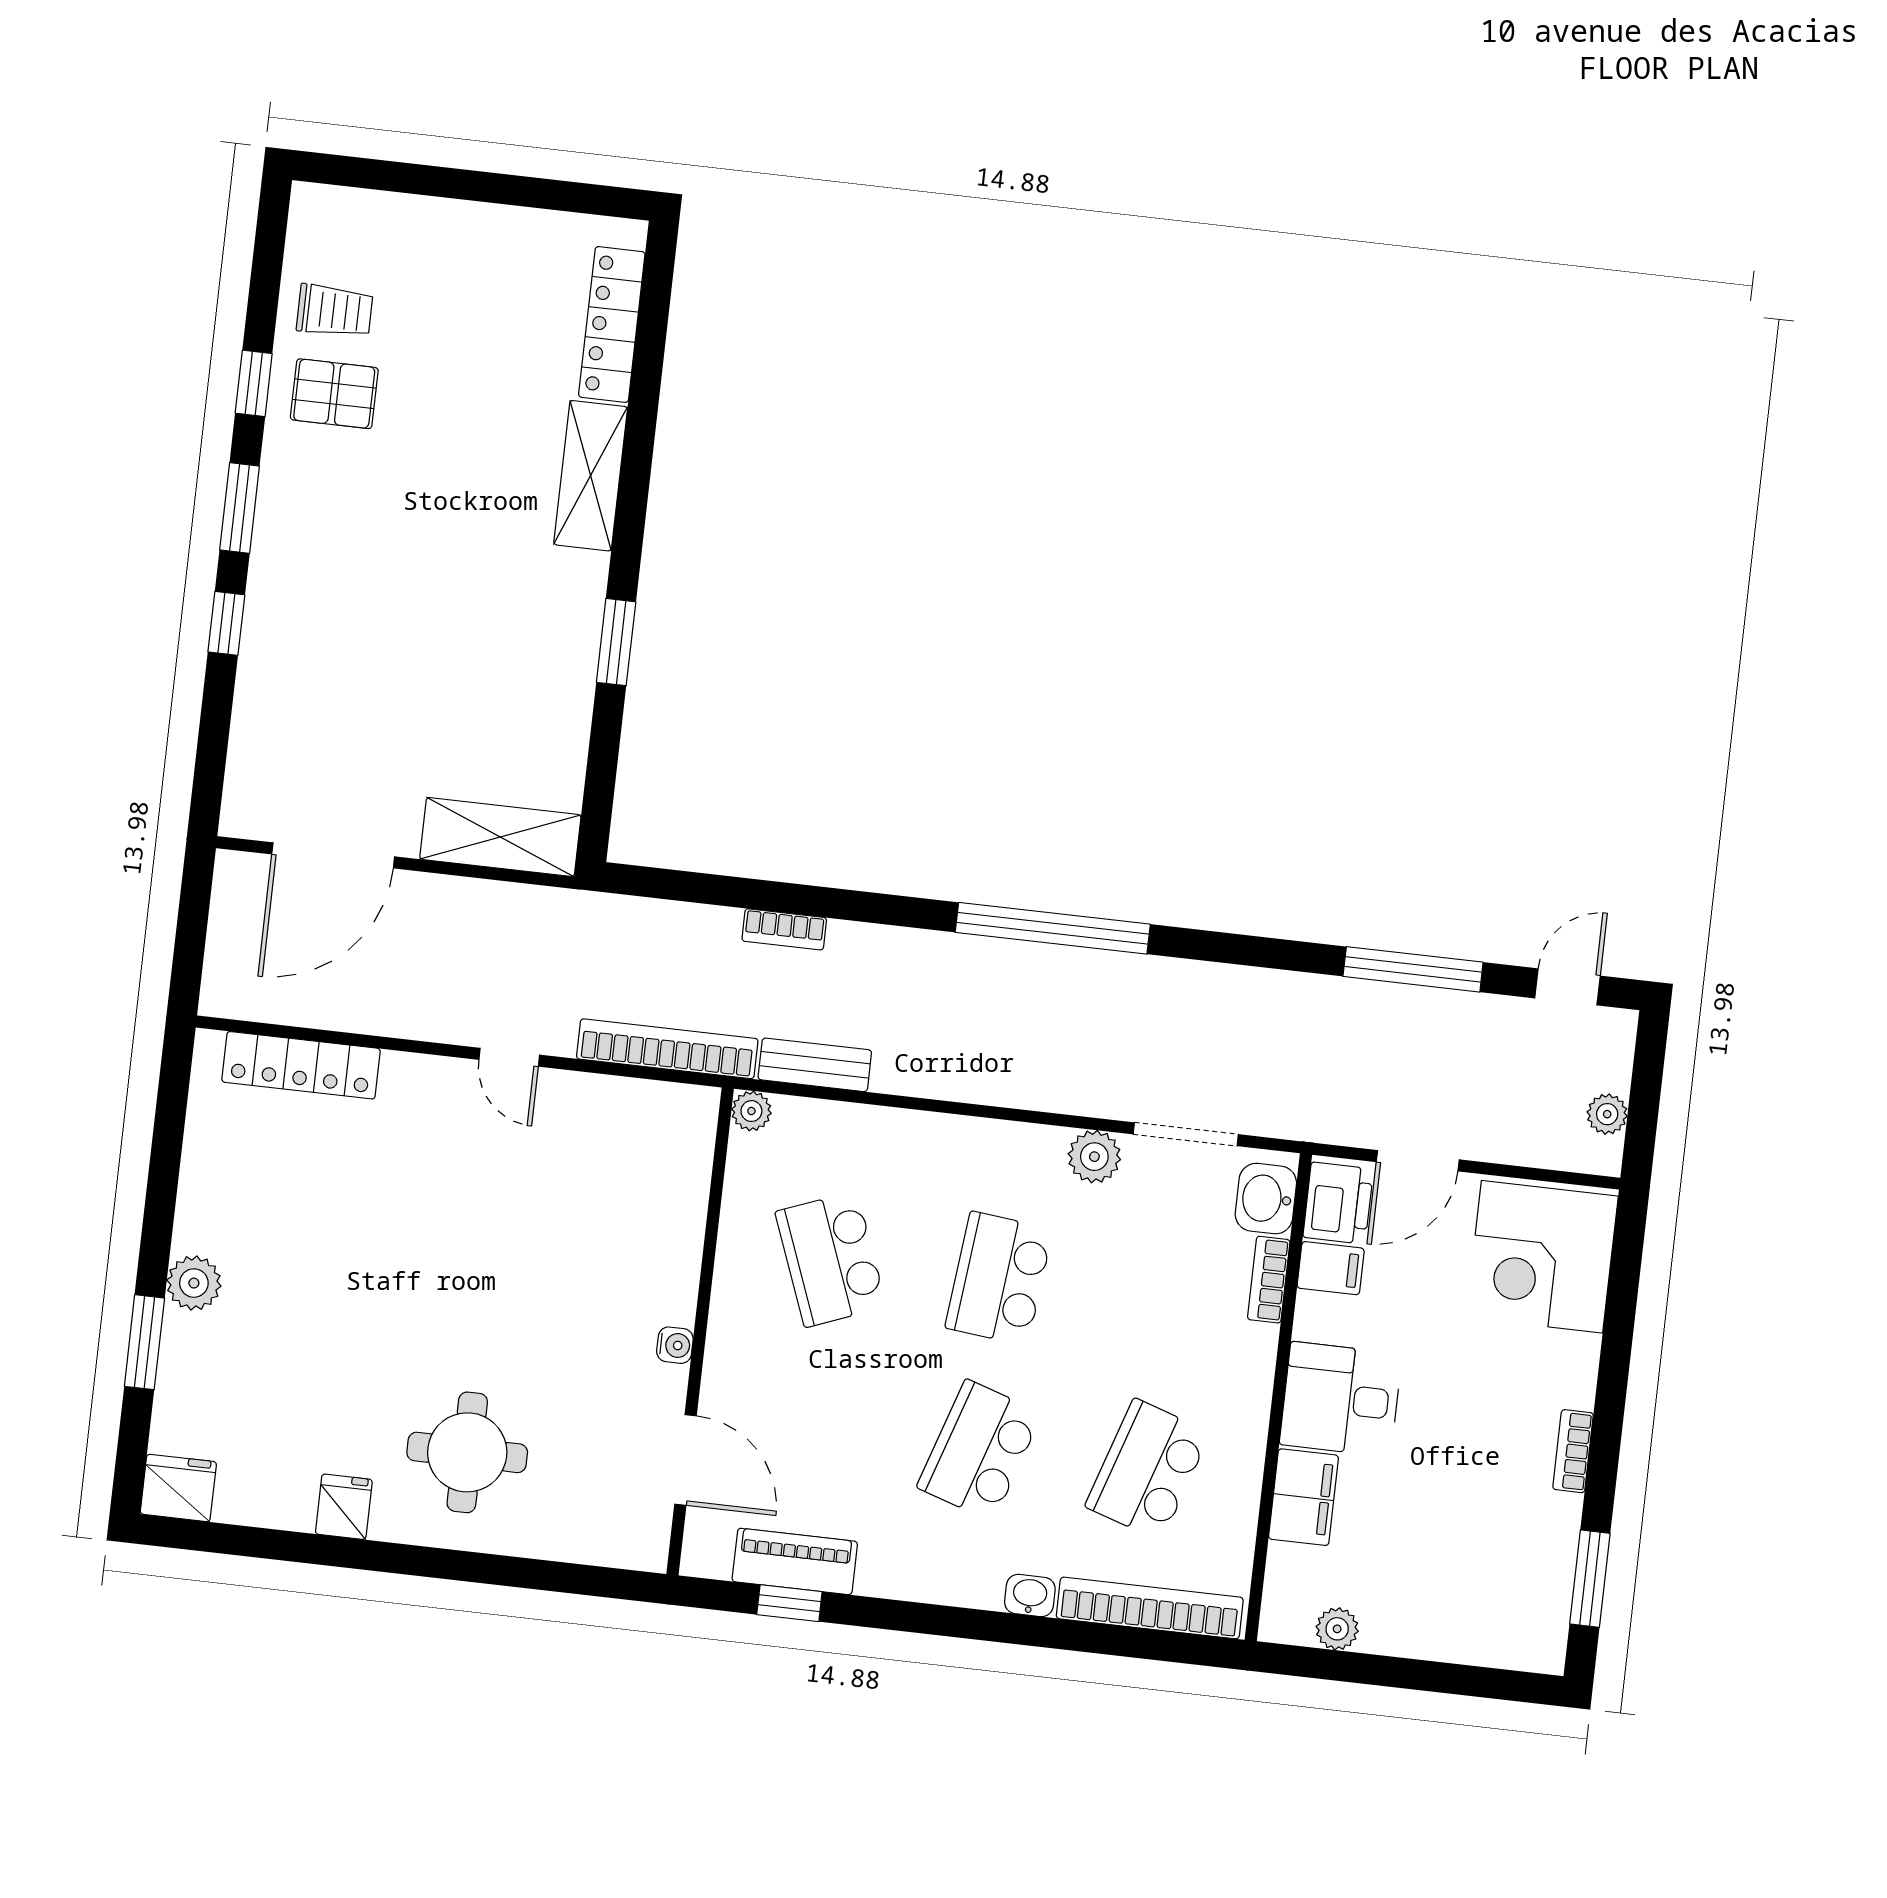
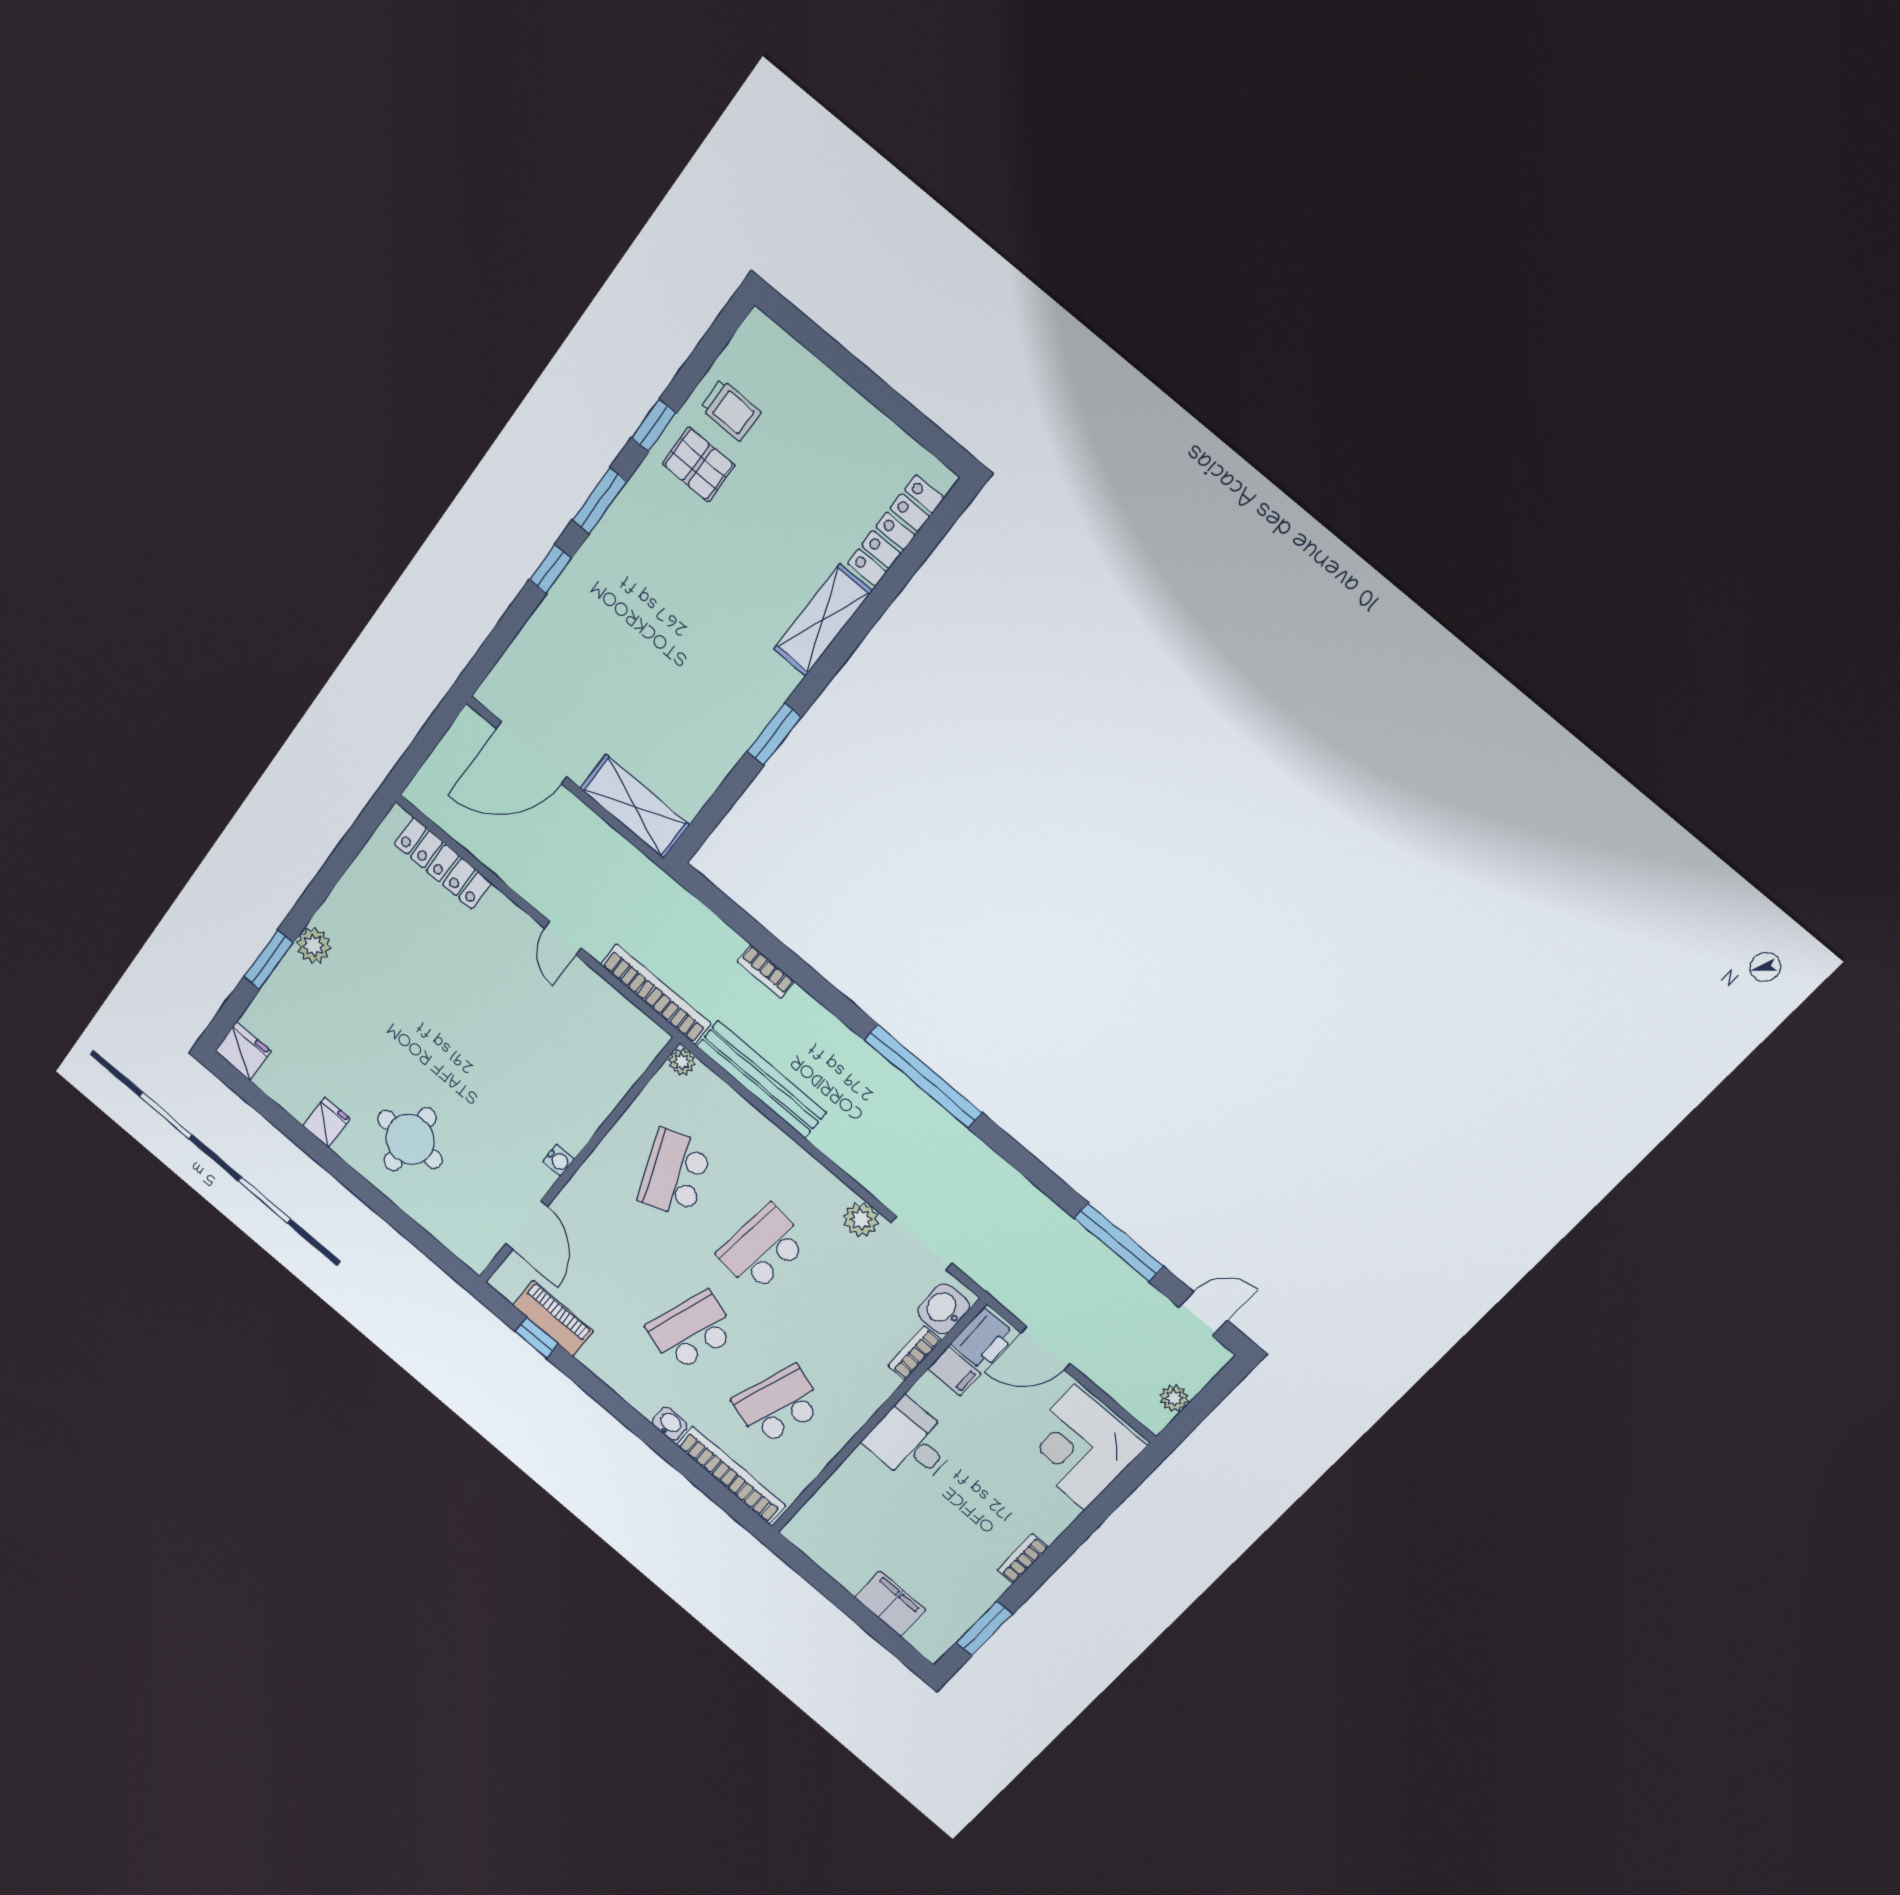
bench: (815, 1065) -> (761, 1079), width x1.86, depth x1.21
filing cabinet: (1304, 1497) -> (890, 1604), moved, turned -90
plant: (1337, 1629) -> (826, 1556), removed

